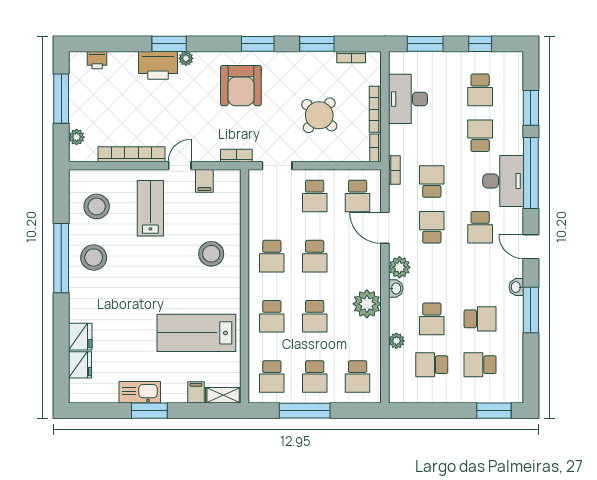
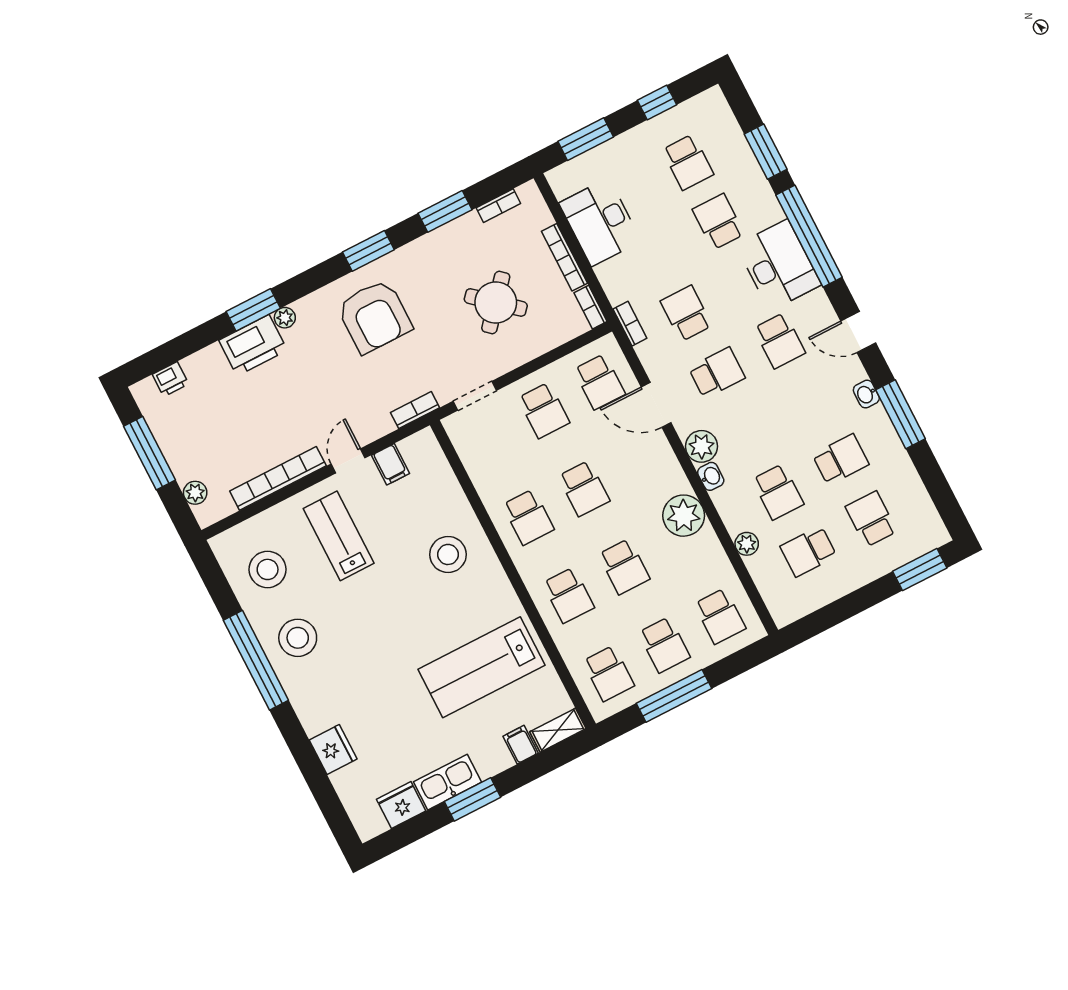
school desk: (432, 227) -> (717, 373), turned 90
fridge: (80, 365) -> (401, 805), moved, turned -90
school desk: (480, 365) -> (871, 519), turned 90

